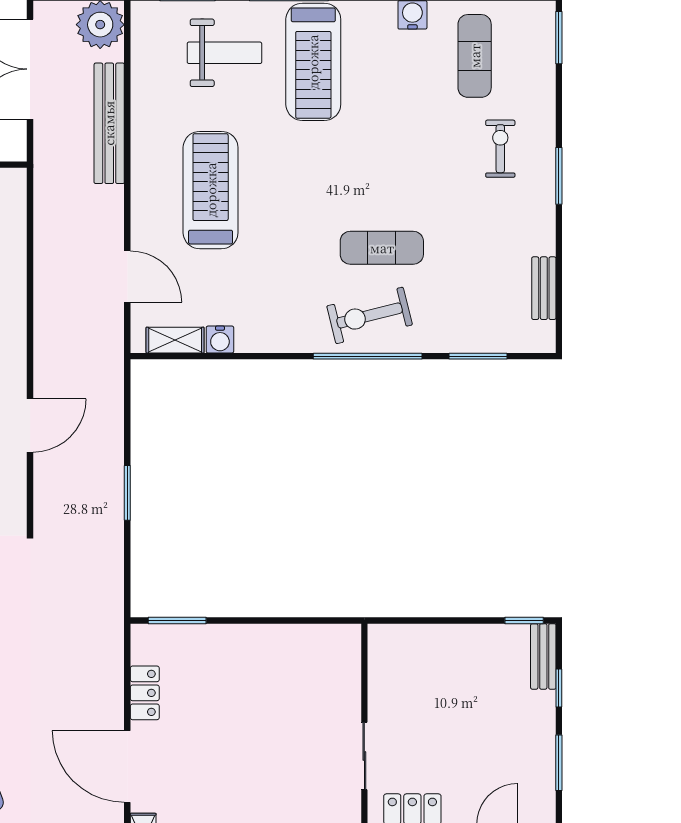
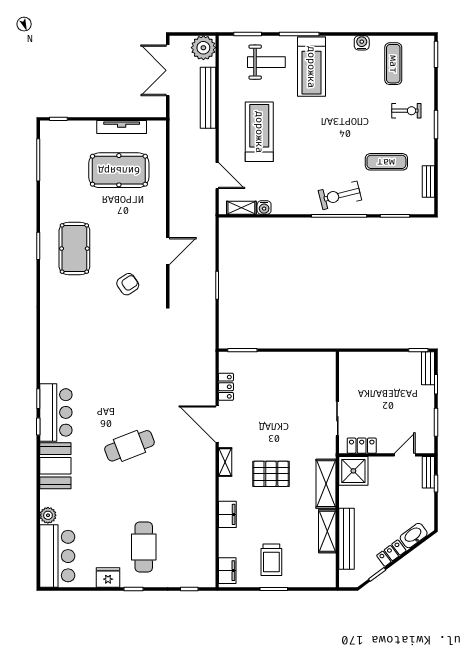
exercise bike: (500, 149) -> (406, 111), turned 90
exercise mat: (382, 248) -> (386, 162), moved

